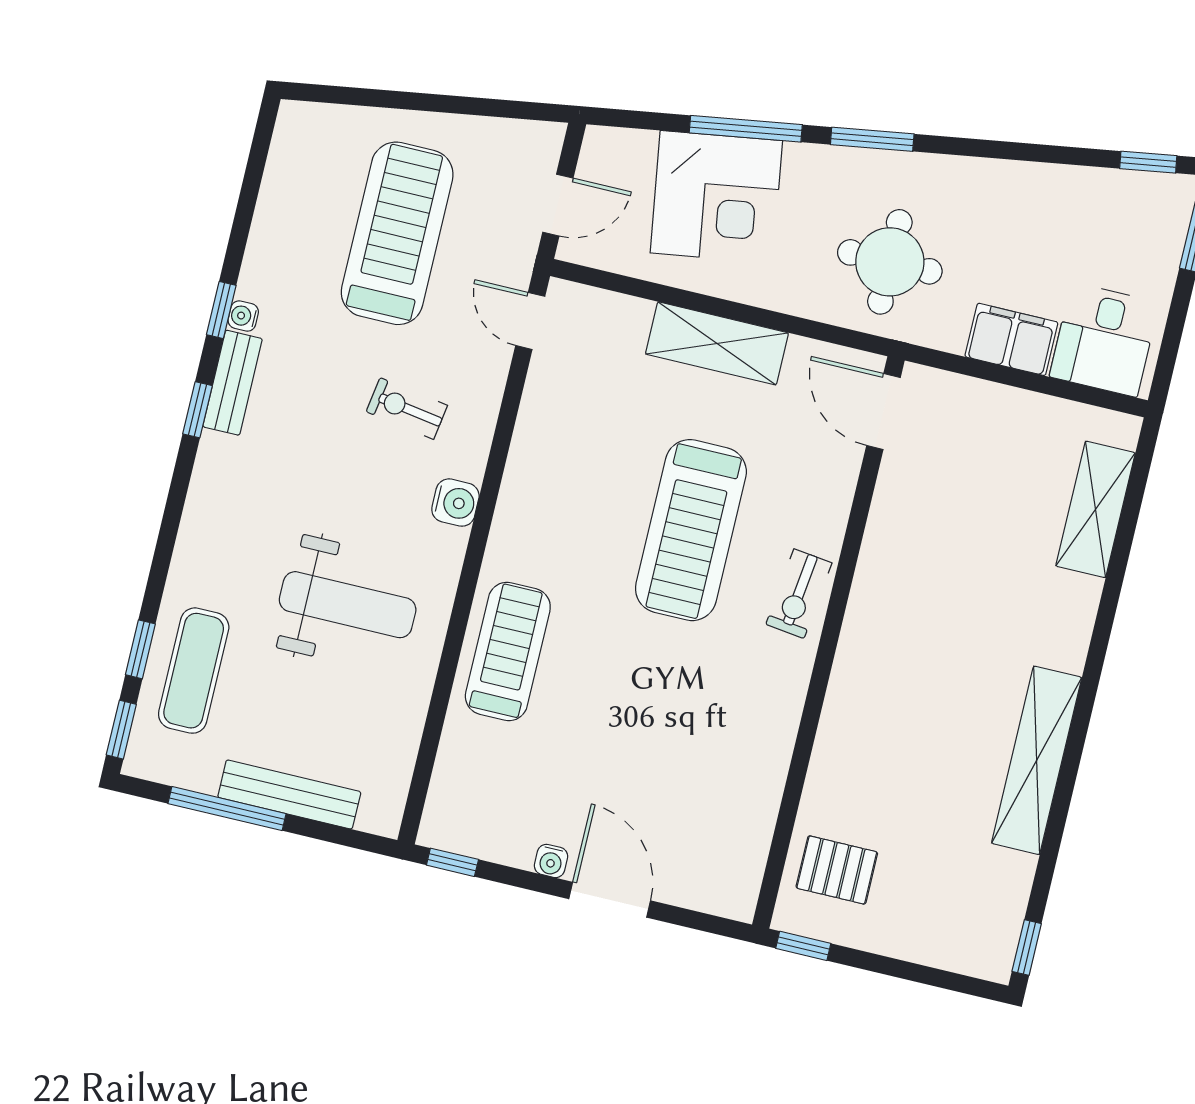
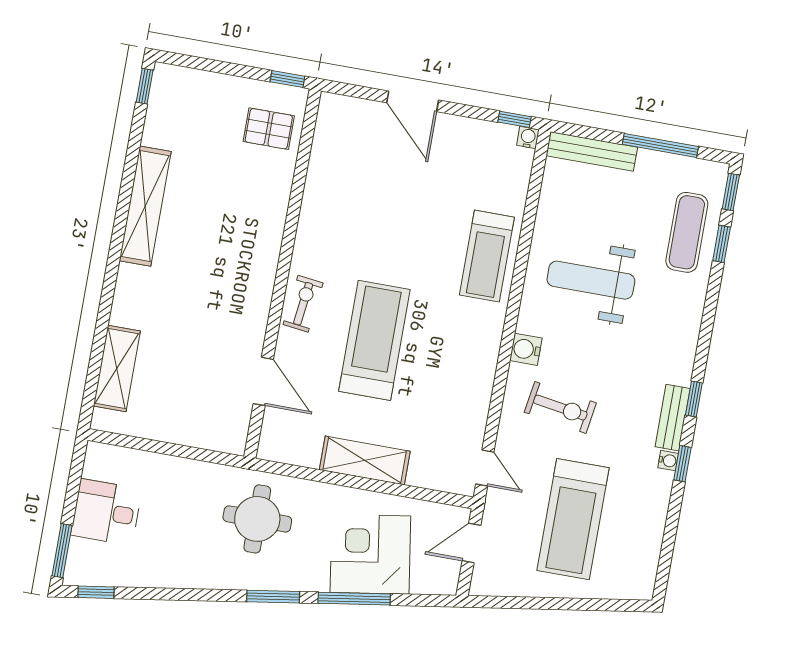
filing cabinet: (1011, 339) -> (177, 474), removed
desk: (1104, 340) -> (106, 512), moved, turned -90
exercise bike: (407, 409) -> (560, 408), width x1.38, depth x1.39
door: (883, 412) -> (263, 381), moved
bench: (289, 794) -> (592, 152), moved
water cooler: (551, 861) -> (528, 138), moved

